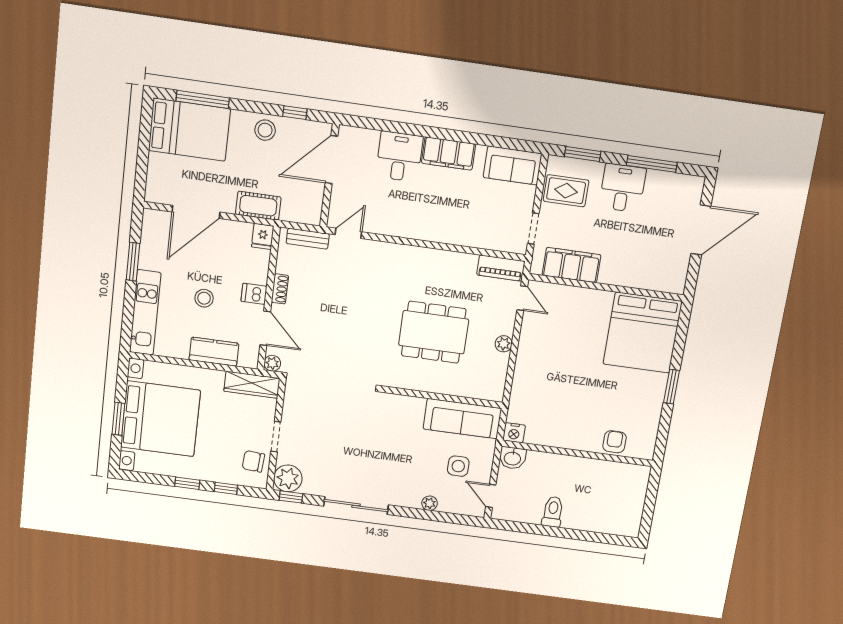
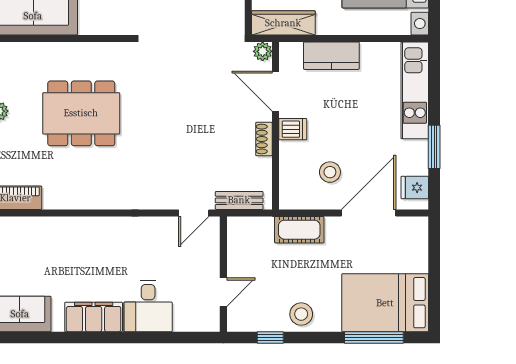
door: (331, 160) -> (223, 292), width x0.53
fridge: (263, 236) -> (415, 188), moved, turned -90
stool: (204, 298) -> (330, 172), moved

